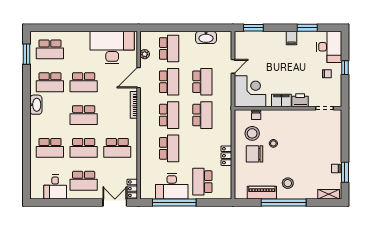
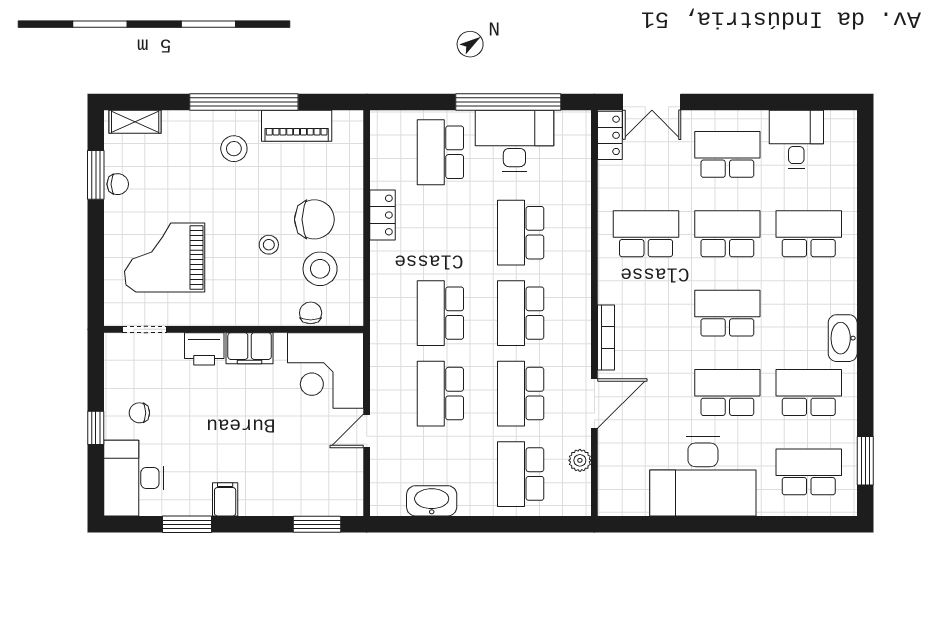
desk: (112, 48) -> (703, 476), moved
grand piano: (316, 138) -> (165, 257), added
school desk: (202, 182) -> (440, 152), turned 180

